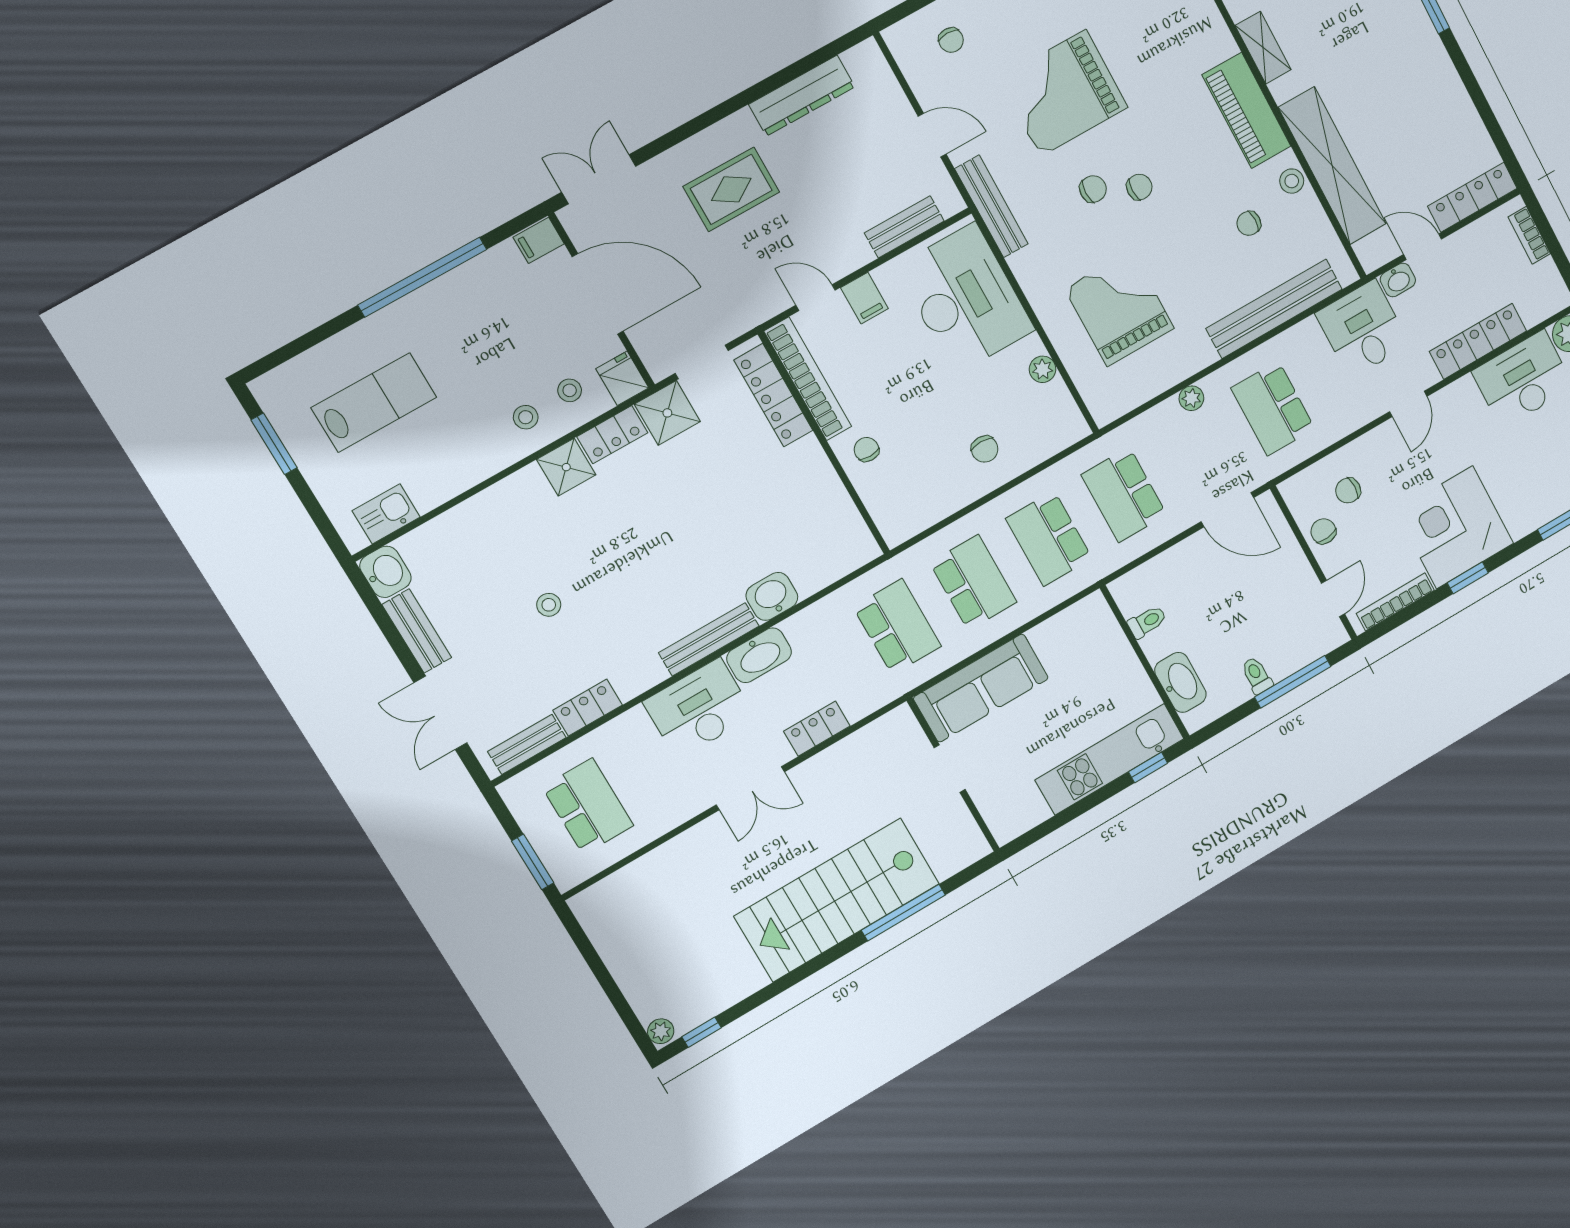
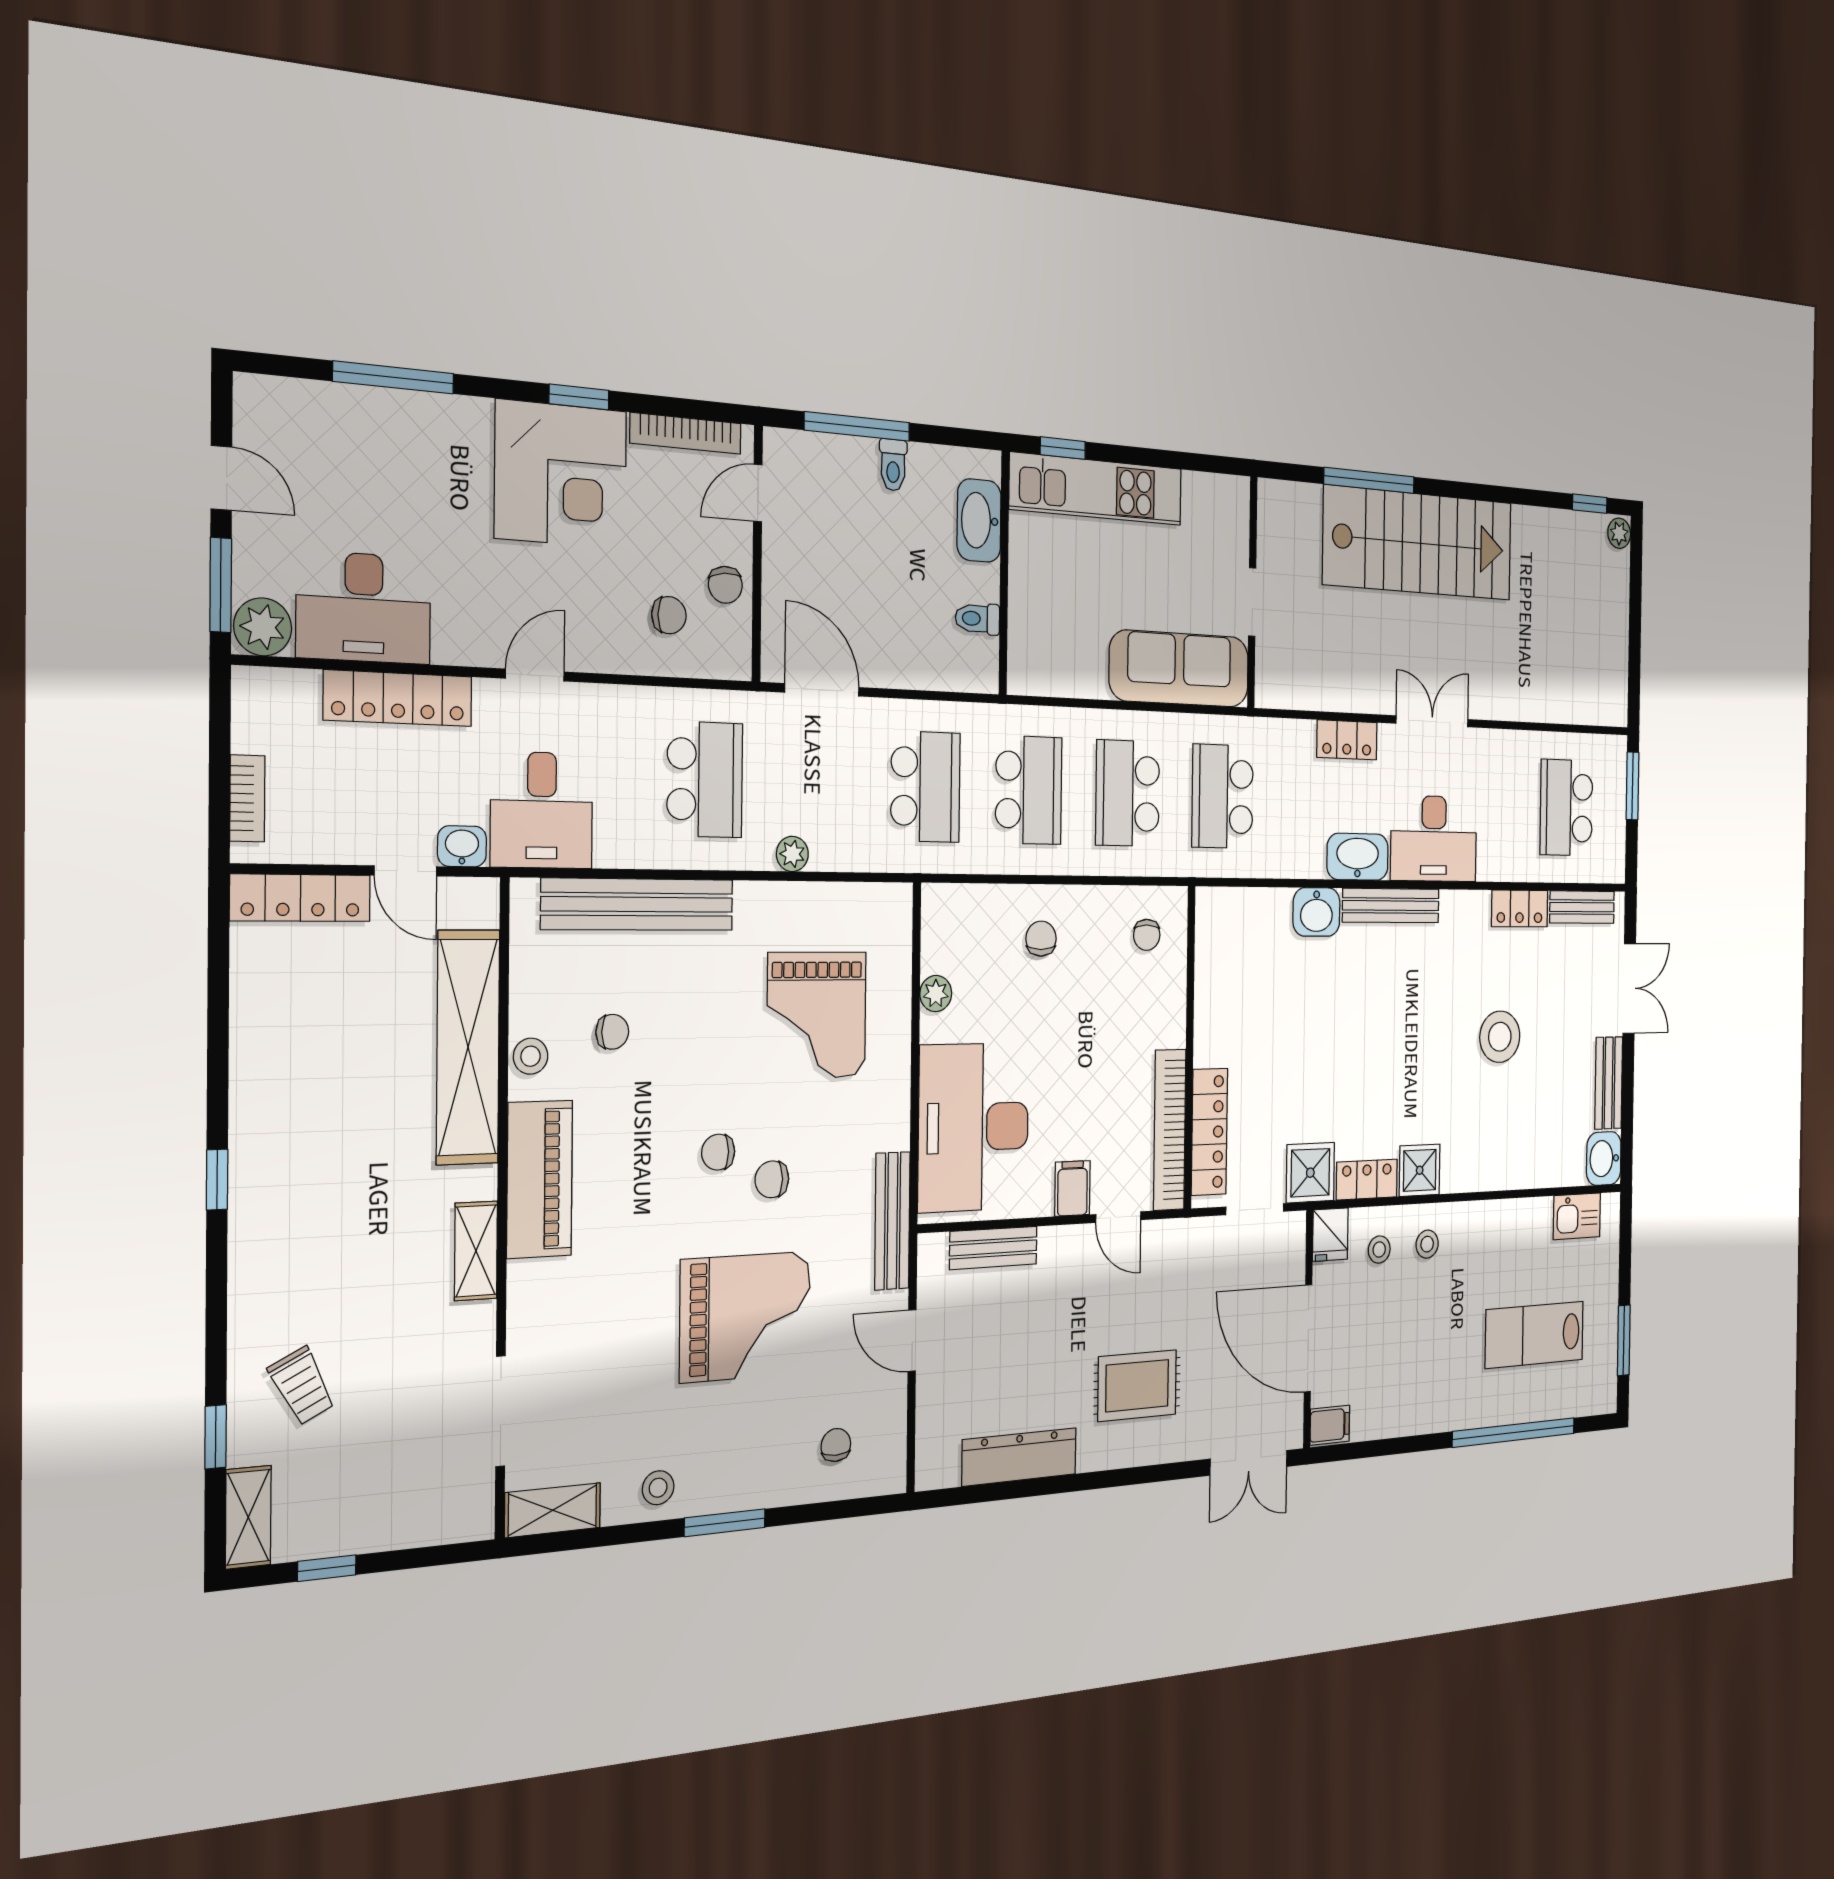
window: (422, 277) -> (1514, 1433), moved
chair: (866, 449) -> (1147, 935), moved
stool: (549, 605) -> (1500, 1037), width x1.89, depth x1.89

